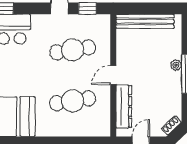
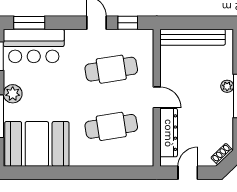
door: (113, 75) -> (157, 97), swing flipped

